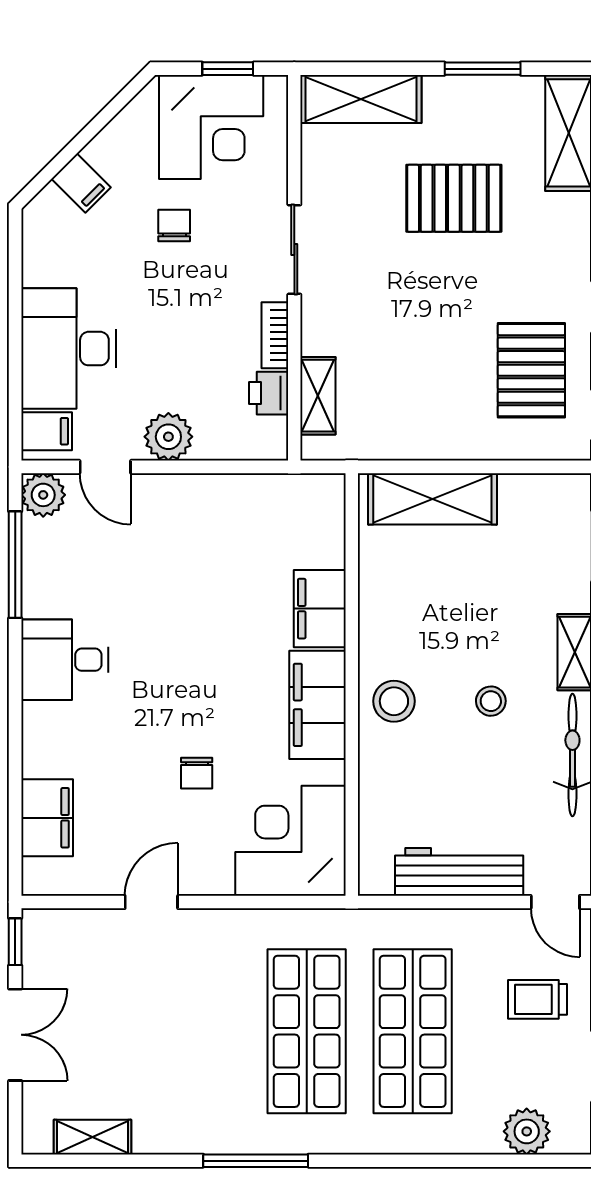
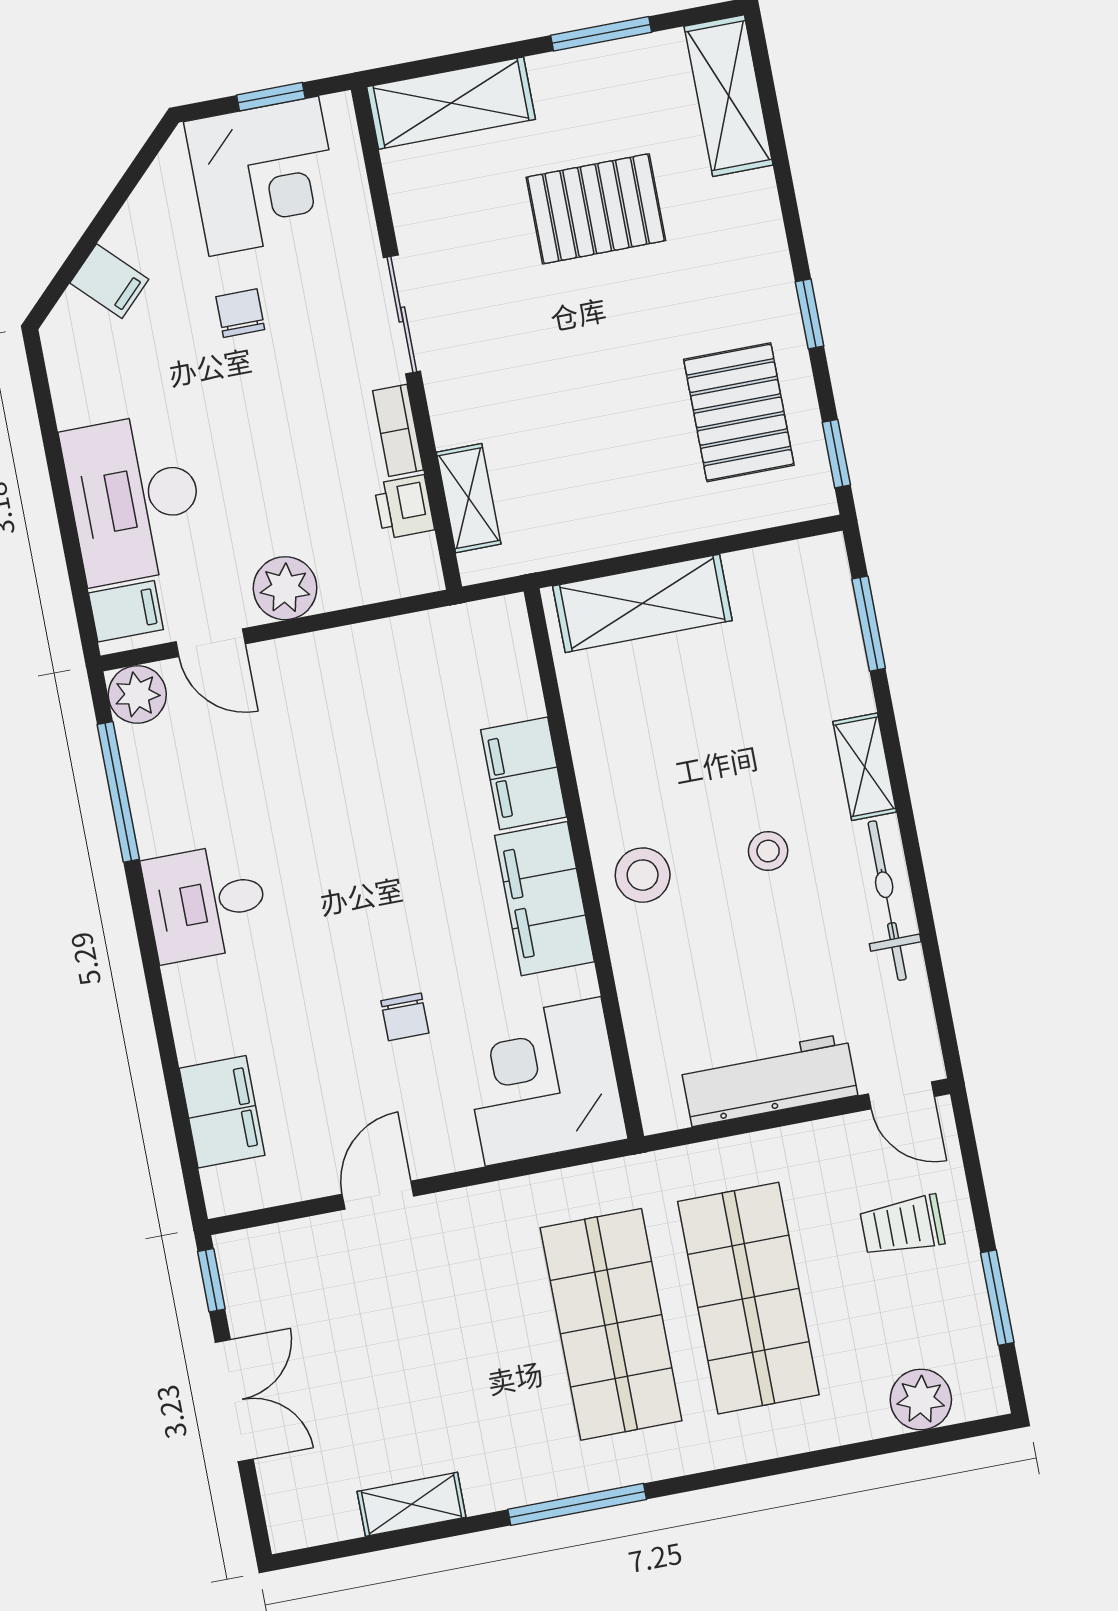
shelving: (93, 1137) -> (411, 1504), moved

